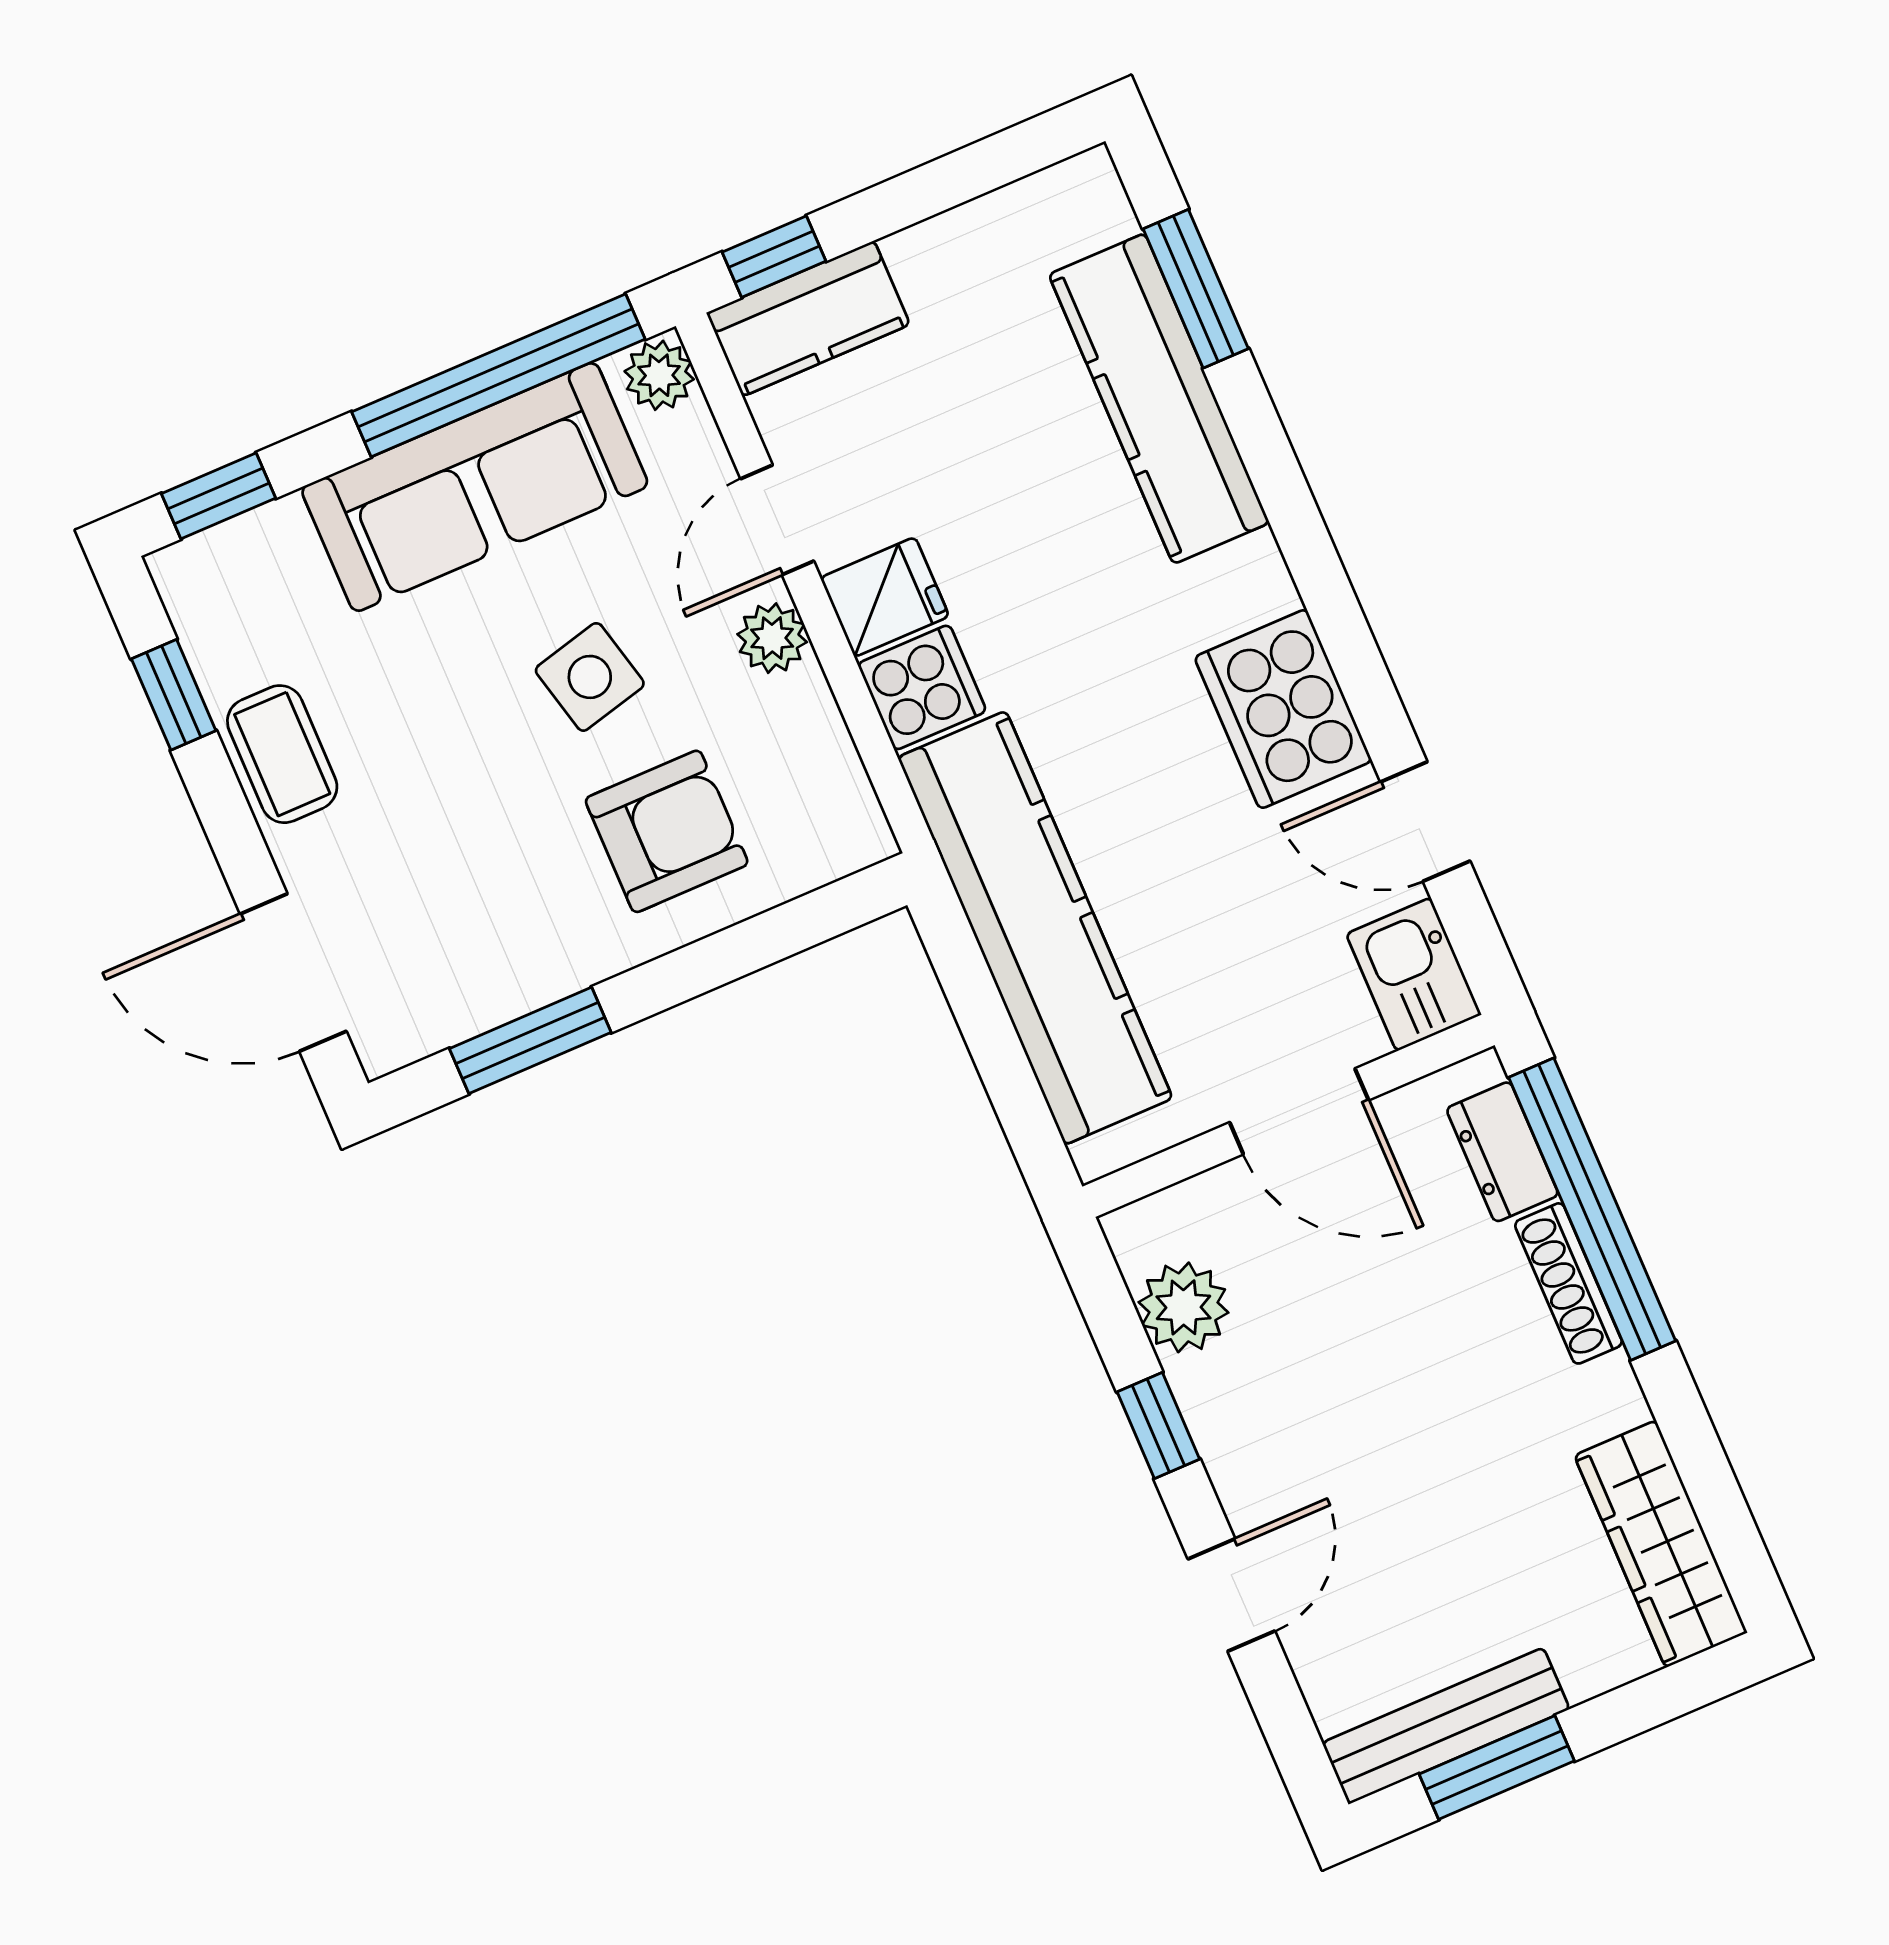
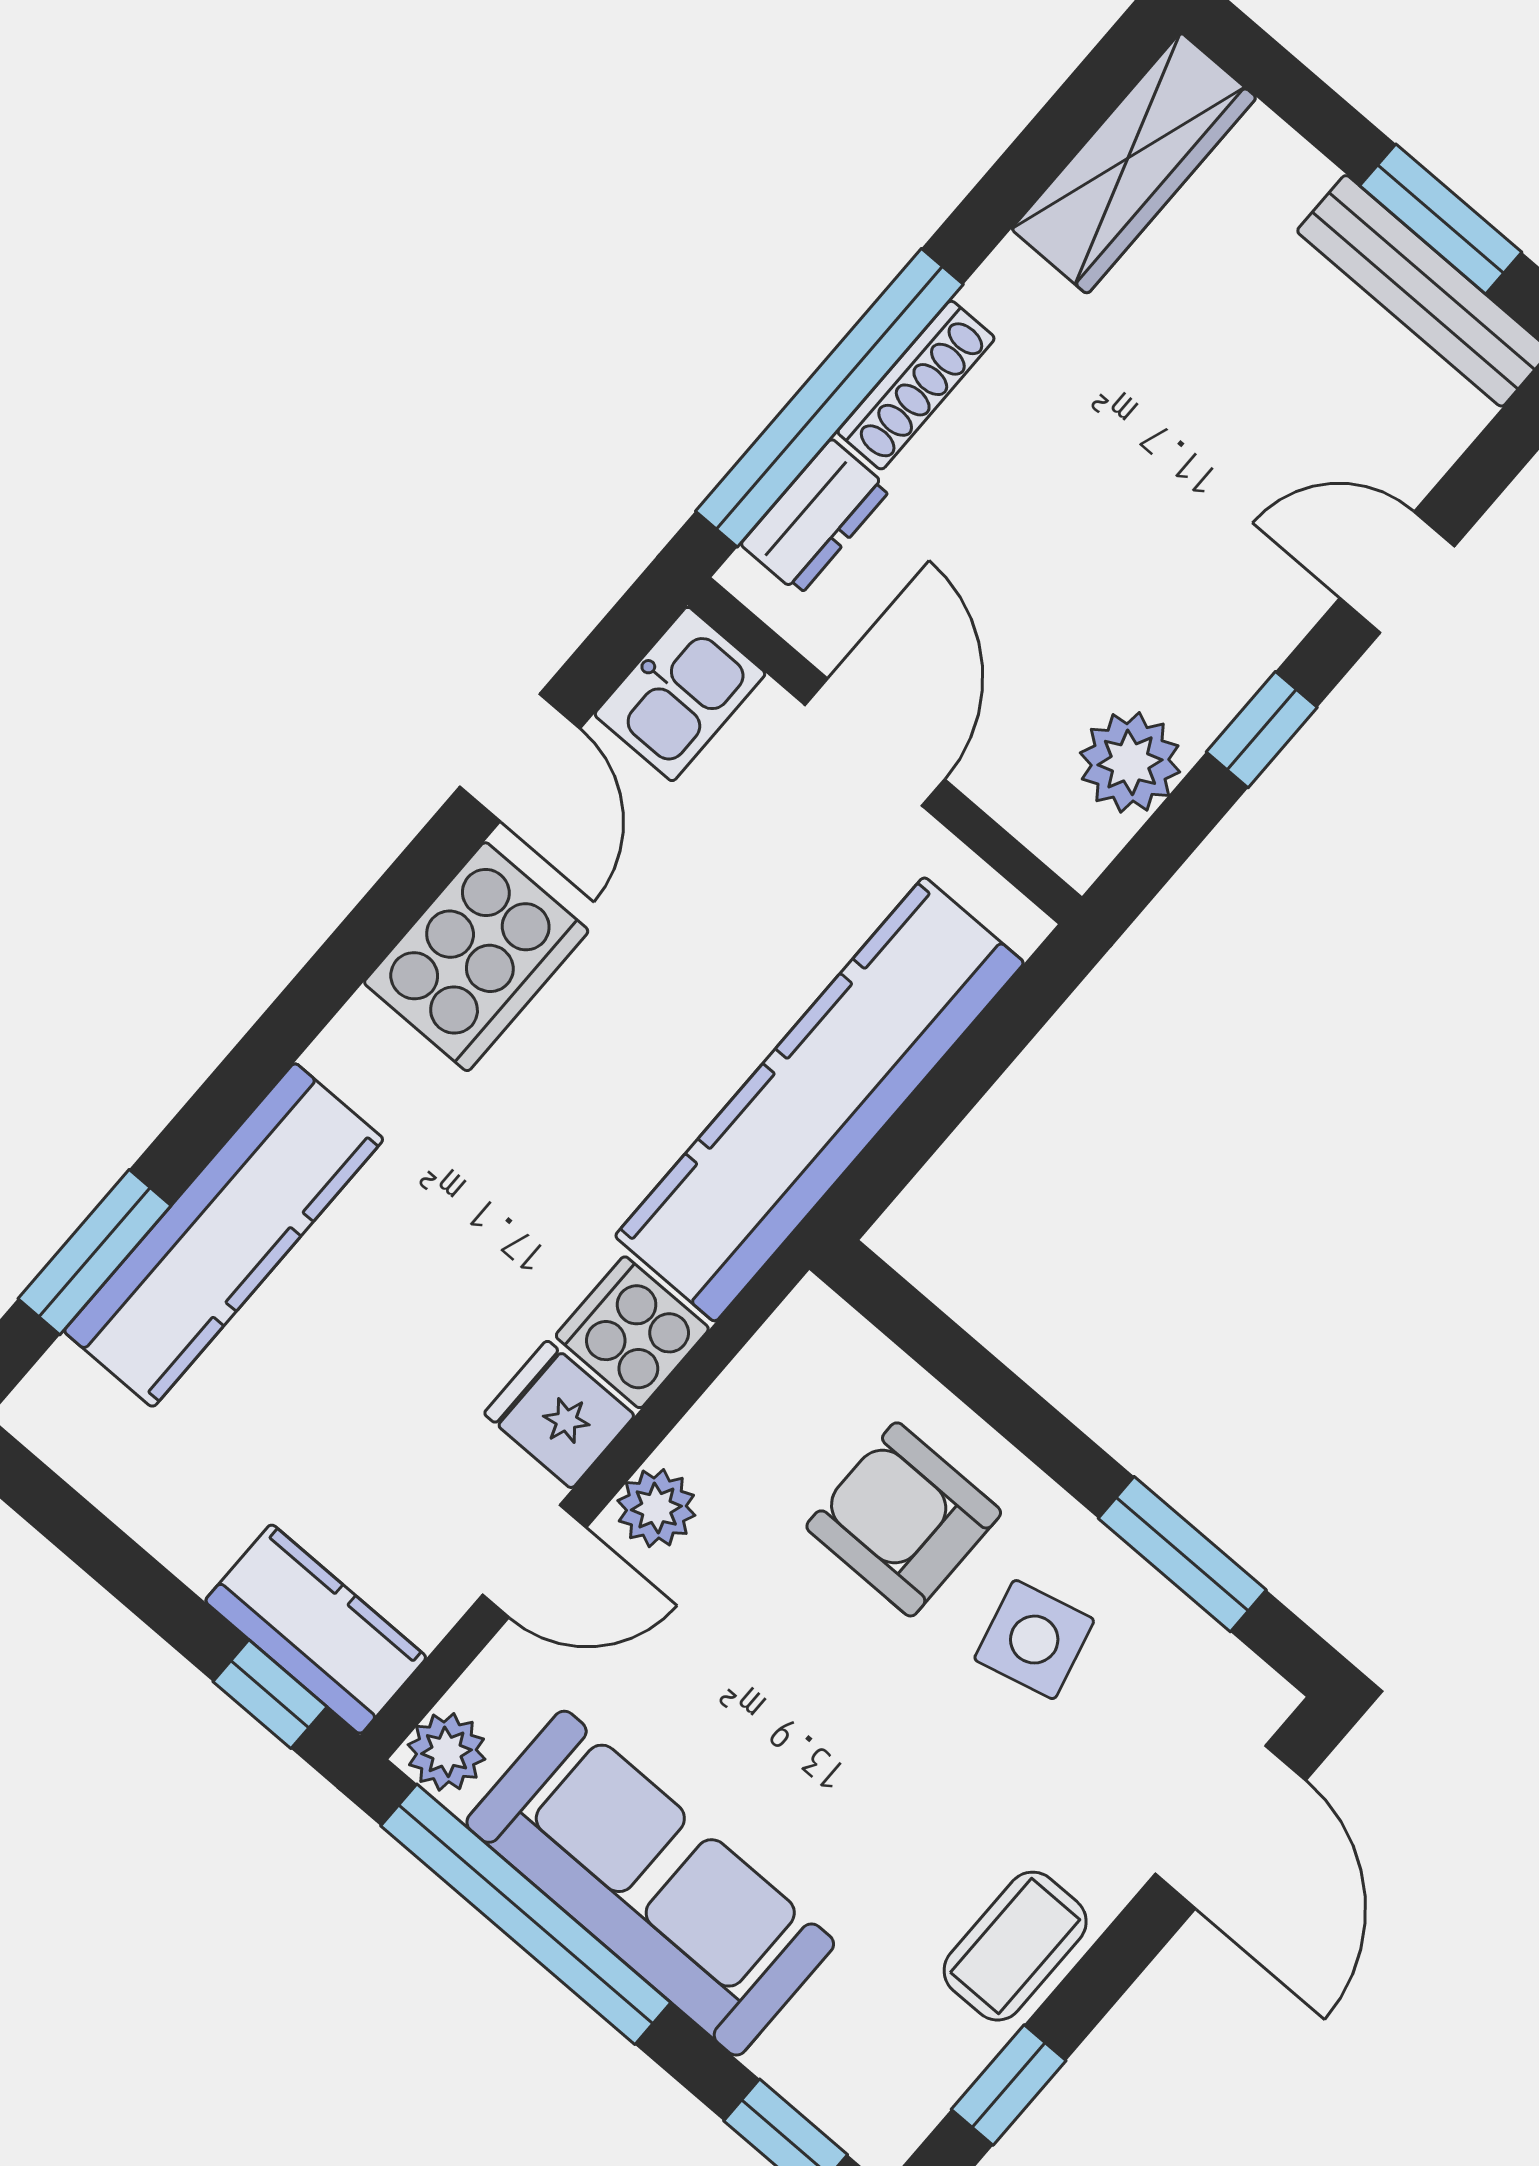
side table: (590, 677) -> (1034, 1640), moved

